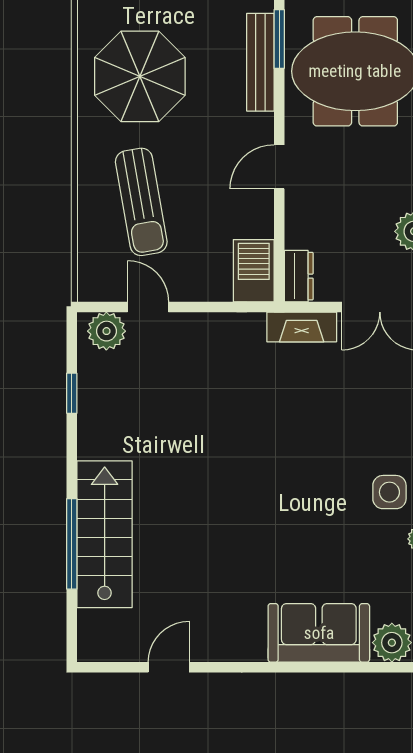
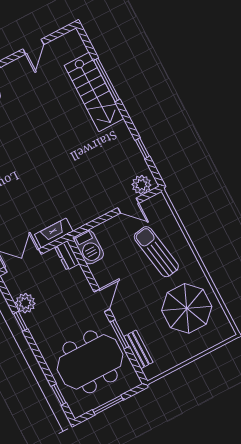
window: (279, 39) -> (120, 334), moved
bench: (260, 62) -> (138, 349), width x0.73

